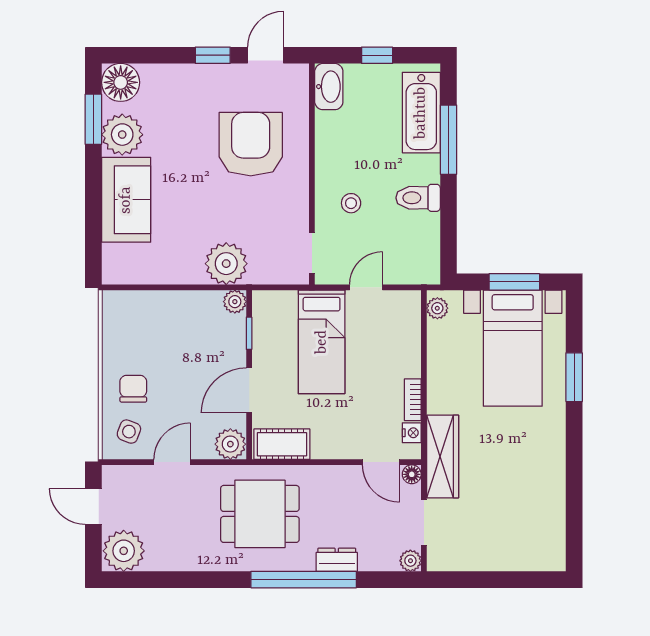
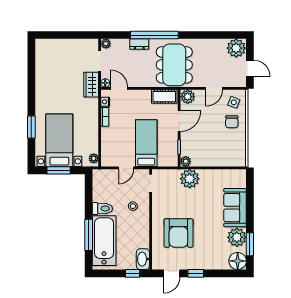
window: (377, 55) -> (133, 273), moved
bathtub: (421, 113) -> (104, 241), width x1.36, depth x1.36
wardrobe: (443, 456) -> (91, 85), width x0.67
dining table: (260, 514) -> (174, 65), width x1.37

